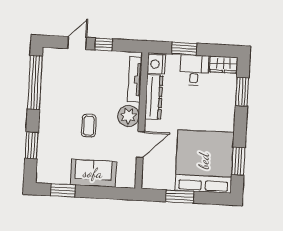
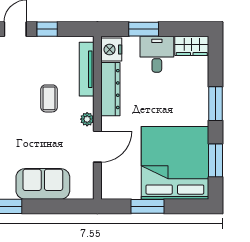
window: (242, 92) -> (215, 104), moved
plant: (128, 116) -> (87, 119), width x0.53, depth x0.53
coffee table: (89, 126) -> (49, 98), moved

